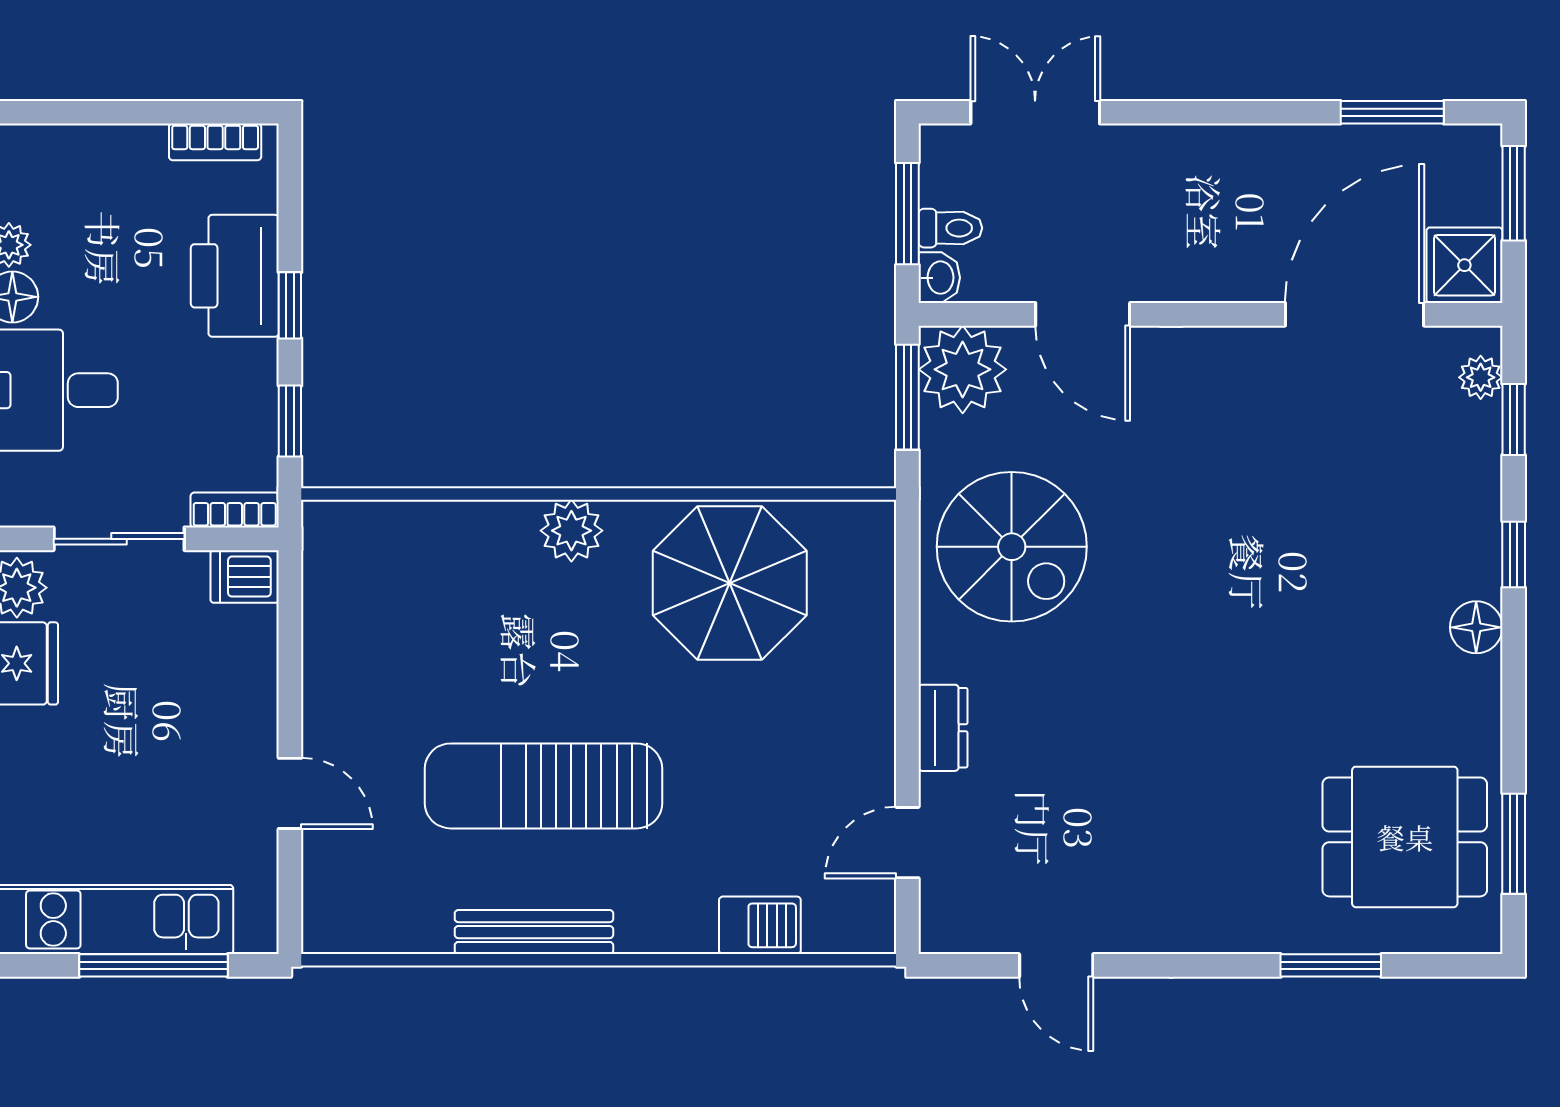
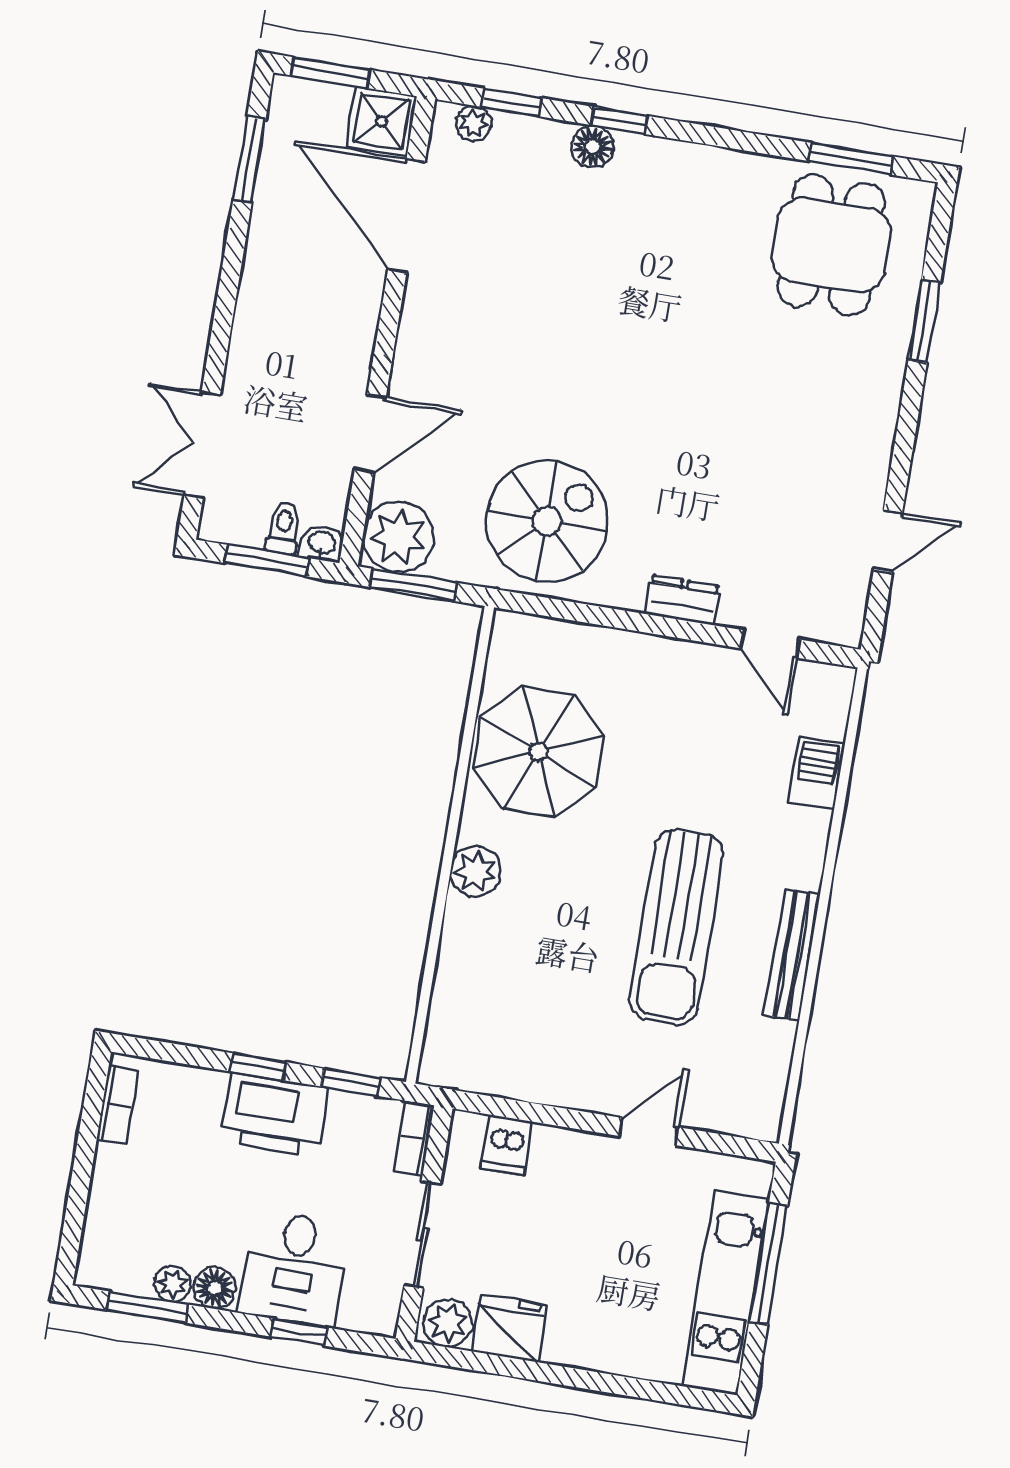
printer: (235, 276) -> (275, 1115), moved
dishwasher: (245, 577) -> (506, 1145), moved
floor lamp: (1476, 627) -> (593, 147), moved

